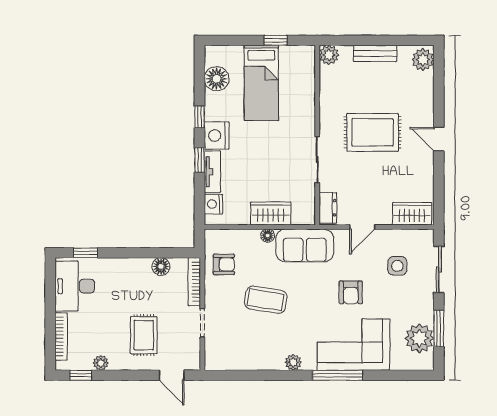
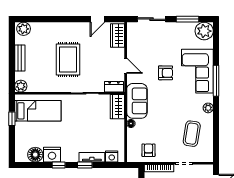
bed: (261, 83) -> (38, 111), moved
nightstand: (217, 135) -> (52, 155), moved
door: (439, 139) -> (97, 19), moved
wardrobe: (271, 213) -> (117, 107), moved
side table: (397, 266) -> (149, 44), removed
coffee table: (266, 300) -> (192, 134), moved
plant: (419, 338) -> (204, 31), moved

